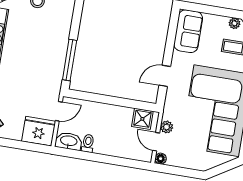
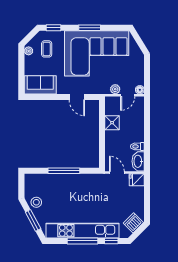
window: (70, 60) -> (64, 171), moved
shower: (142, 119) -> (112, 123), moved
fridge: (39, 131) -> (137, 180), width x0.53, depth x0.75

